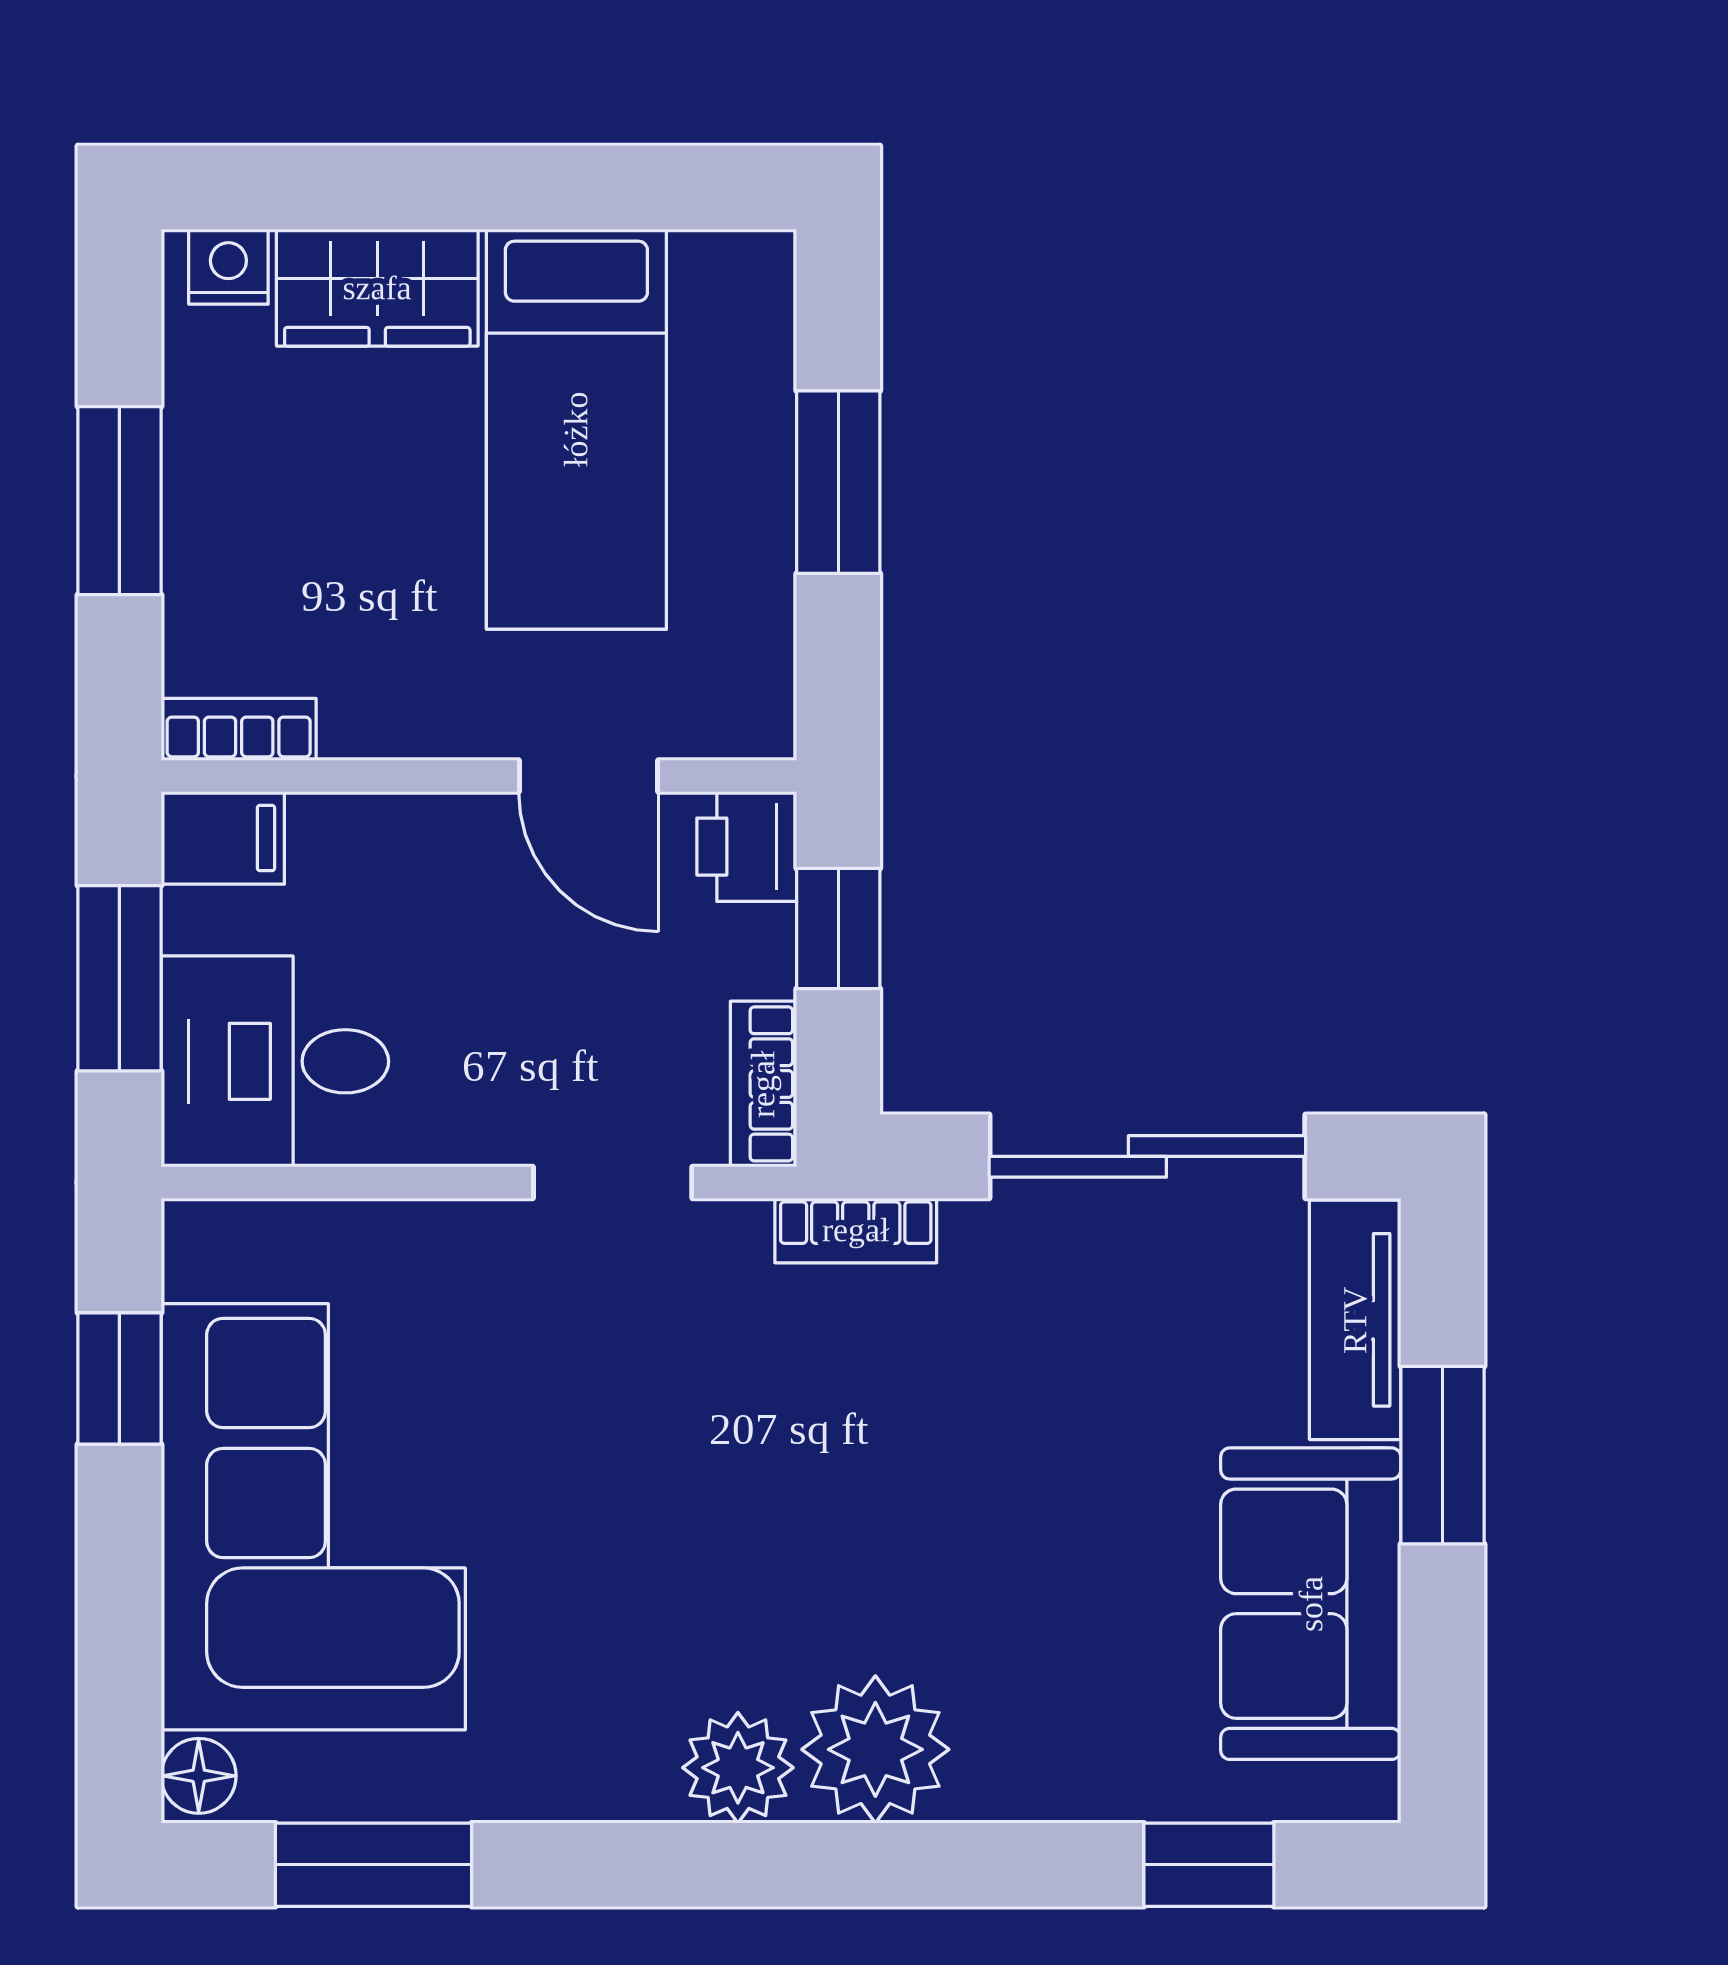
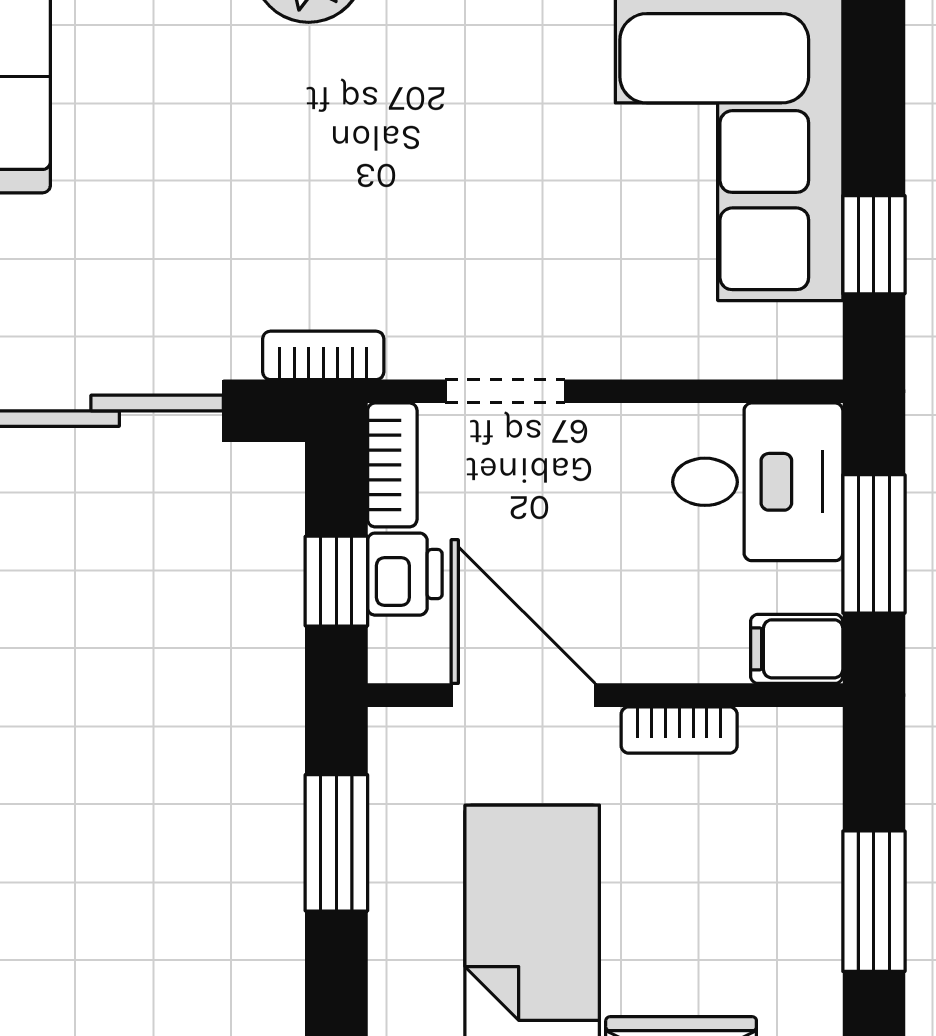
window: (838, 482) -> (336, 843), moved
bookcase: (239, 729) -> (679, 730), moved
door: (589, 776) -> (523, 695), width x1.38
printer: (747, 847) -> (405, 574), moved

